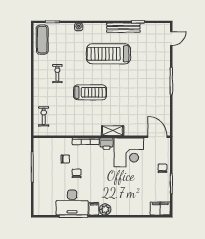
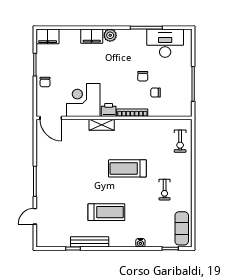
door: (171, 38) -> (35, 216), moved
treadmill: (109, 54) -> (106, 212), width x0.73, depth x0.73
desk: (72, 202) -> (165, 43), moved
filing cabinet: (94, 209) -> (92, 36), moved, width x2.00

